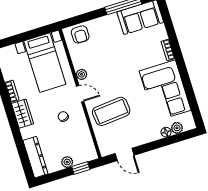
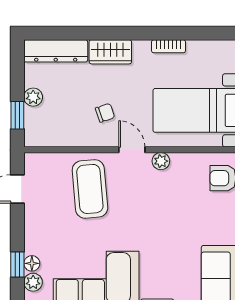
door: (80, 94) -> (132, 150), swing flipped
wardrobe: (23, 114) -> (110, 52), moved
window: (169, 140) -> (17, 264), added

